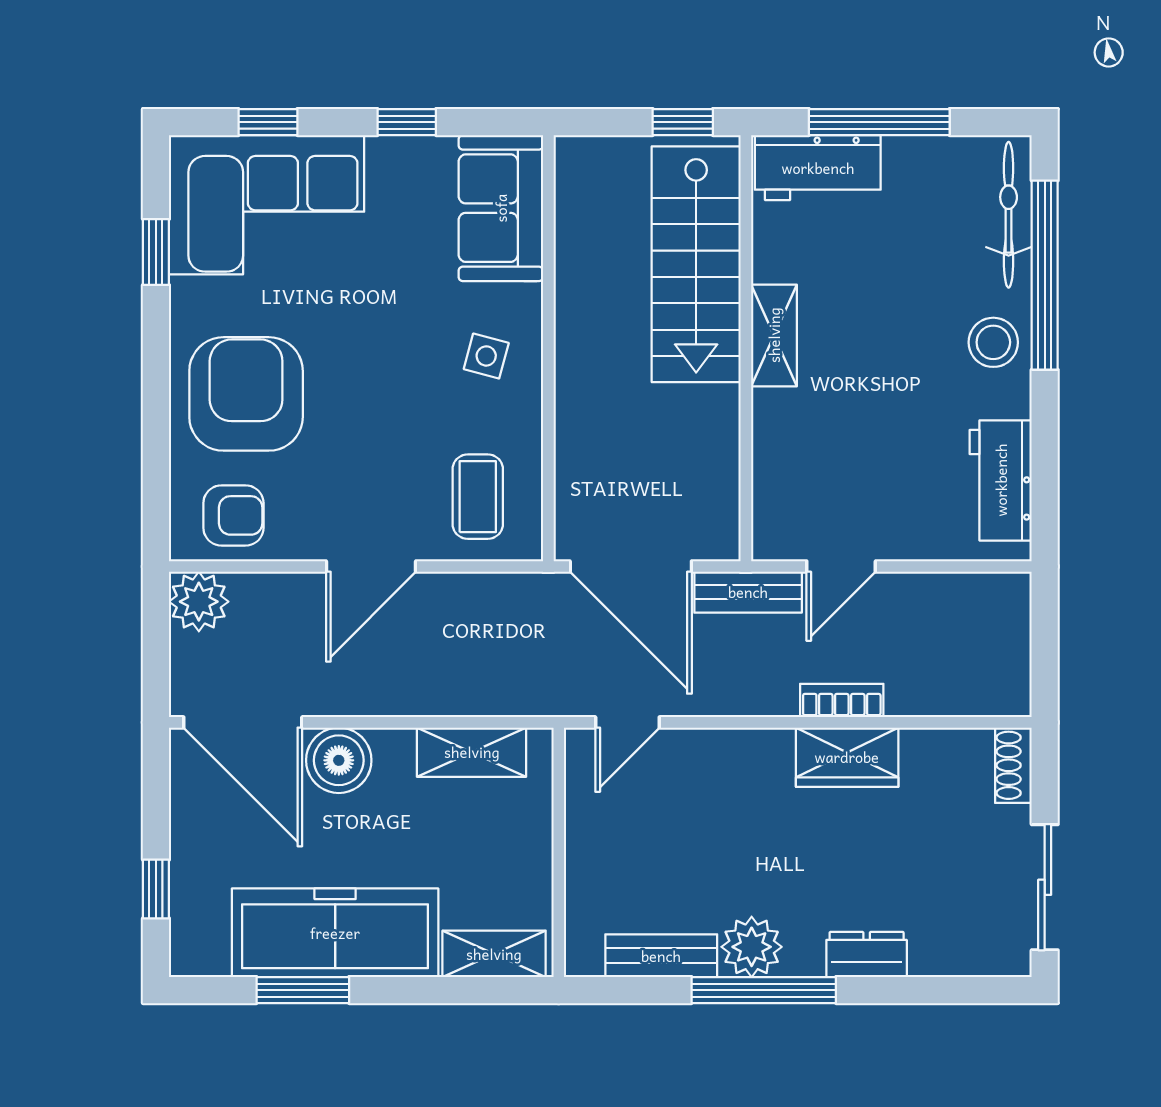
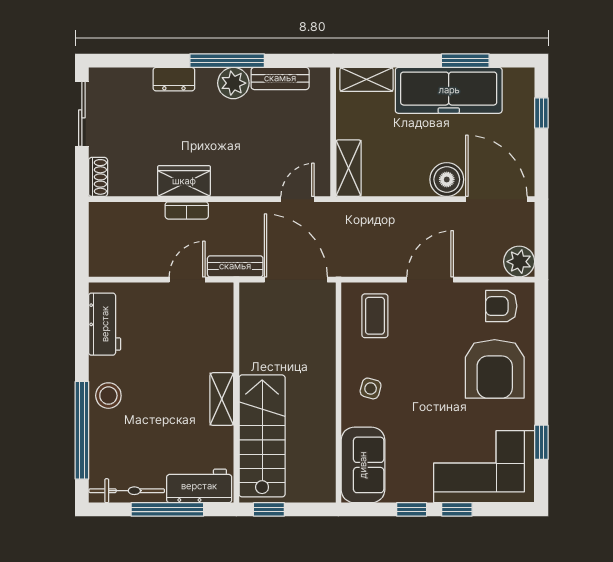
window: (268, 122) -> (457, 509), moved
bicycle: (1009, 215) -> (127, 491), moved, turned -90
shelving: (472, 752) -> (348, 168), moved, turned 90

